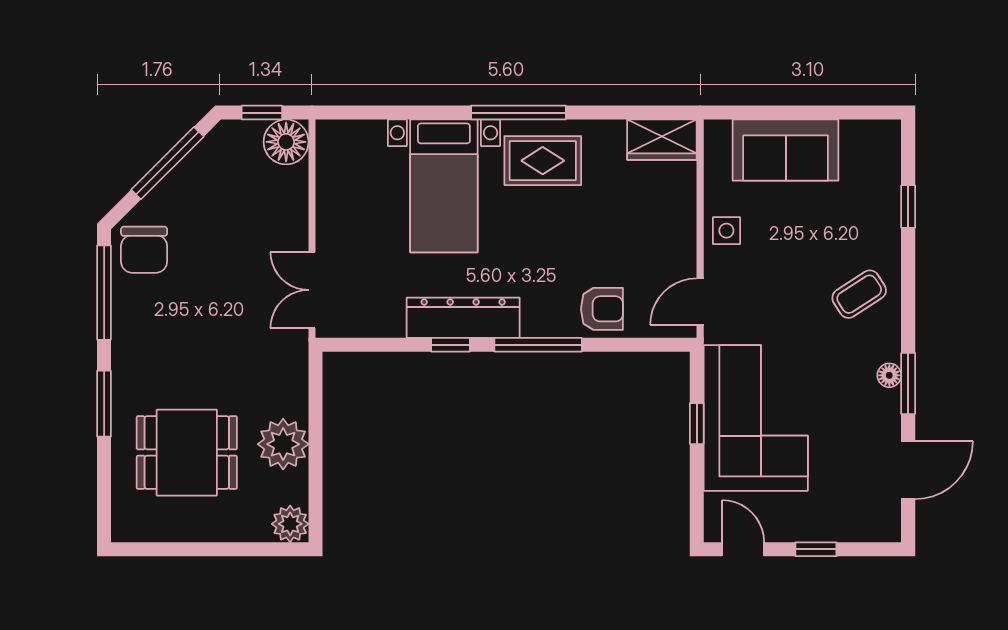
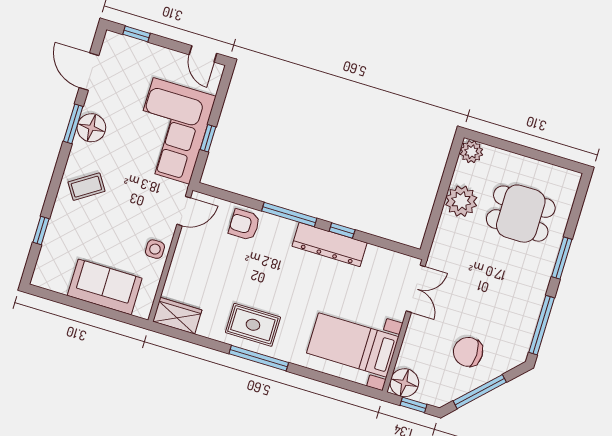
bed with nightstands: (444, 186) -> (353, 345), moved, turned -90
chair: (144, 250) -> (468, 352), moved, turned -90
floor lamp: (889, 375) -> (91, 128), width x1.89, depth x1.89
door: (908, 470) -> (89, 72), hinge flipped
window: (816, 549) -> (136, 34), moved

